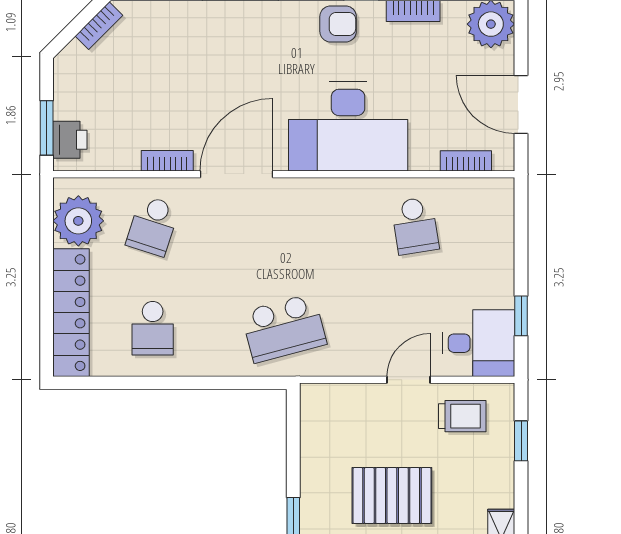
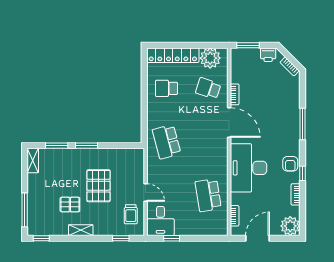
printer: (70, 140) -> (268, 55), moved
school desk: (415, 226) -> (208, 195), width x1.85

